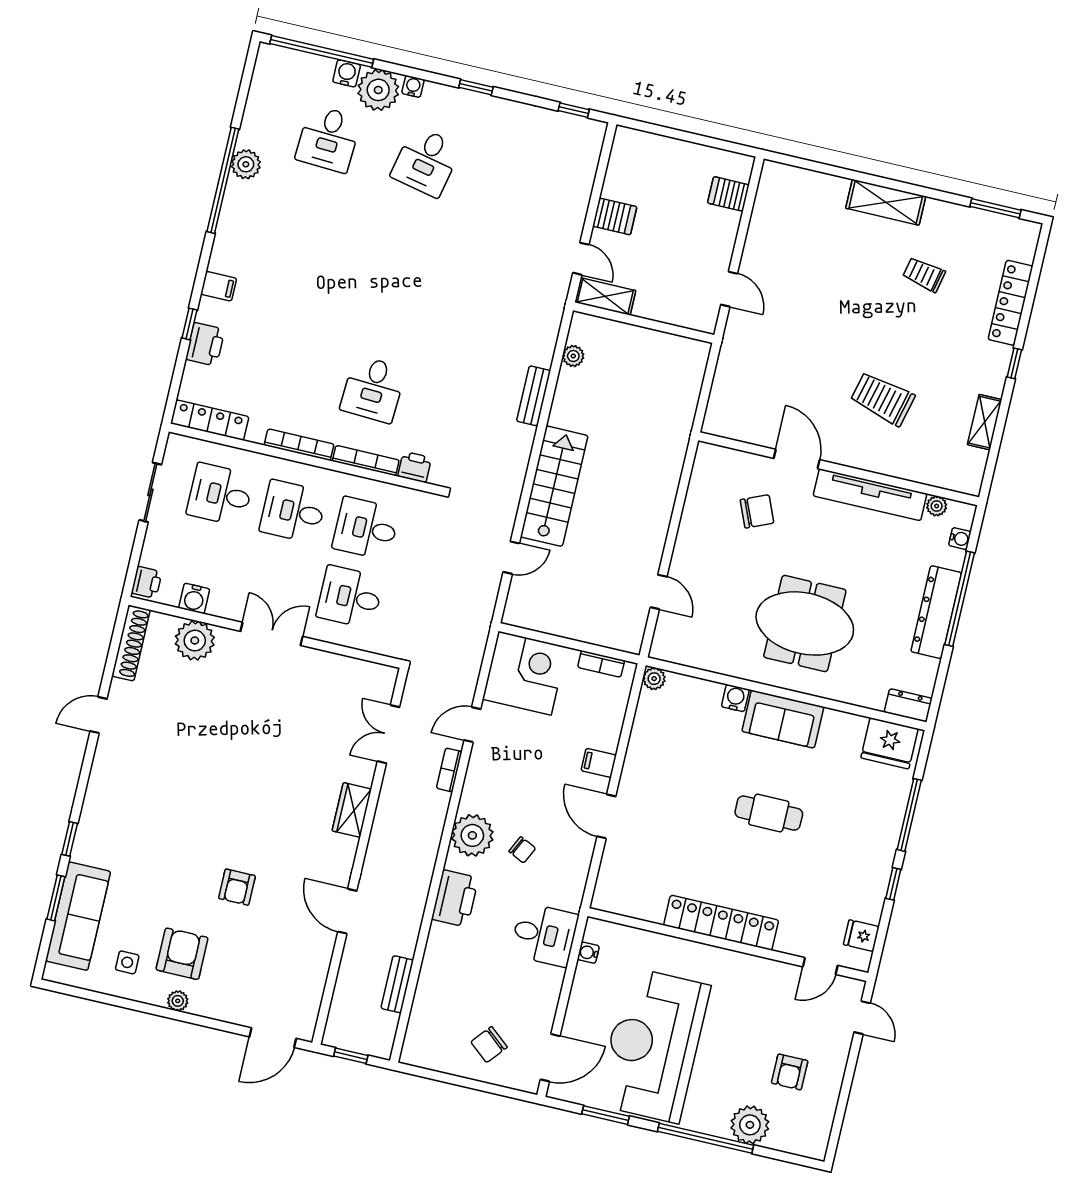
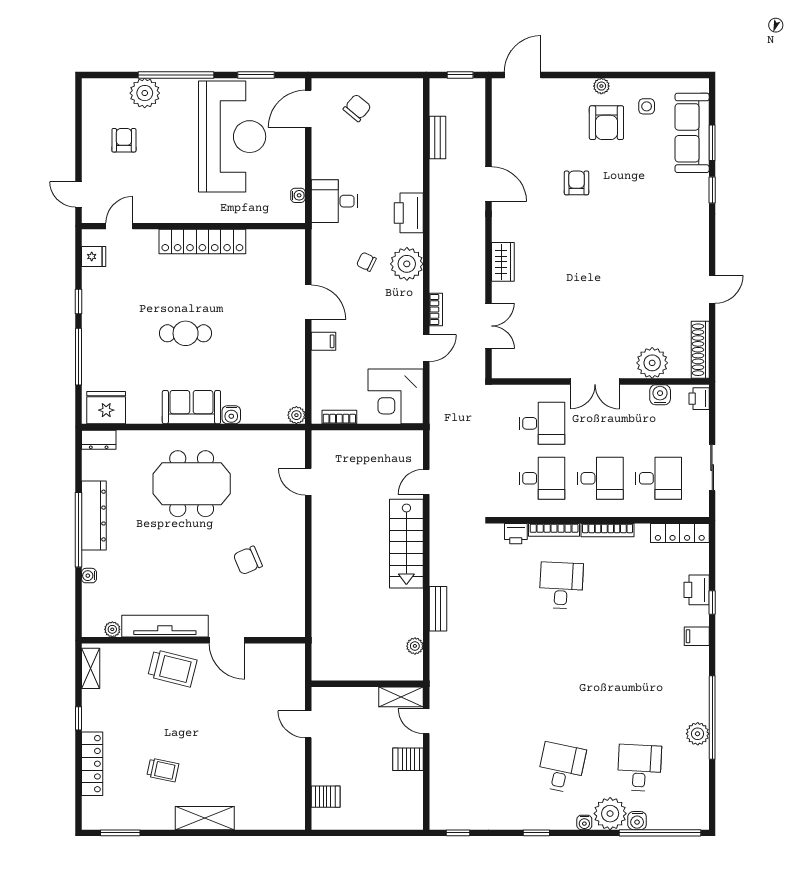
door: (797, 459) -> (227, 640), moved
wall: (839, 469) -> (193, 640), moved
tv unit: (870, 495) -> (165, 626), moved
plant: (937, 506) -> (112, 629), moved

